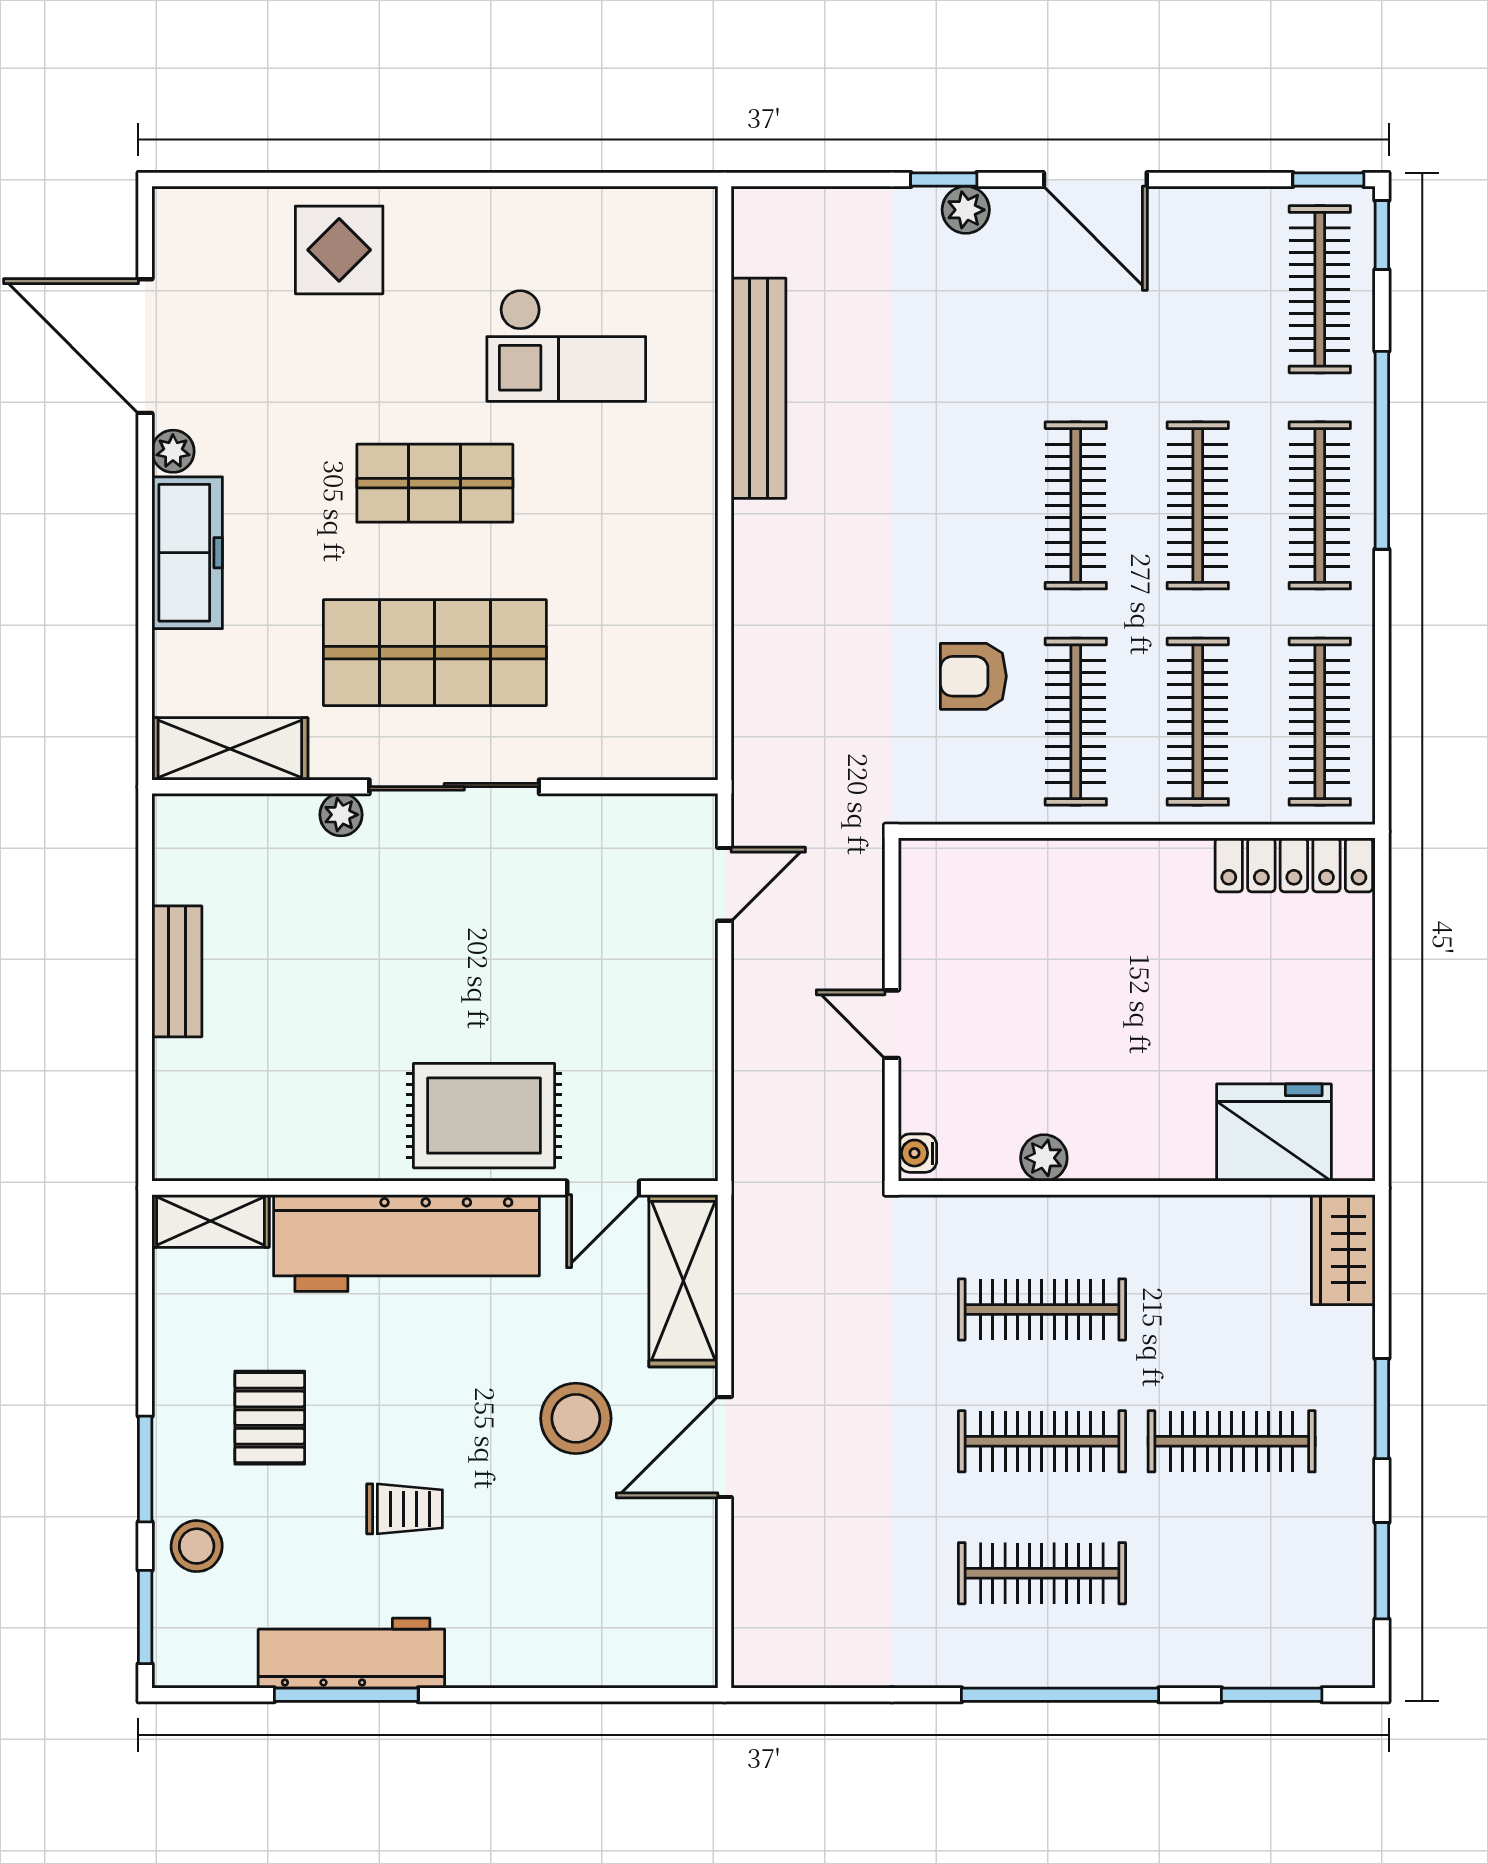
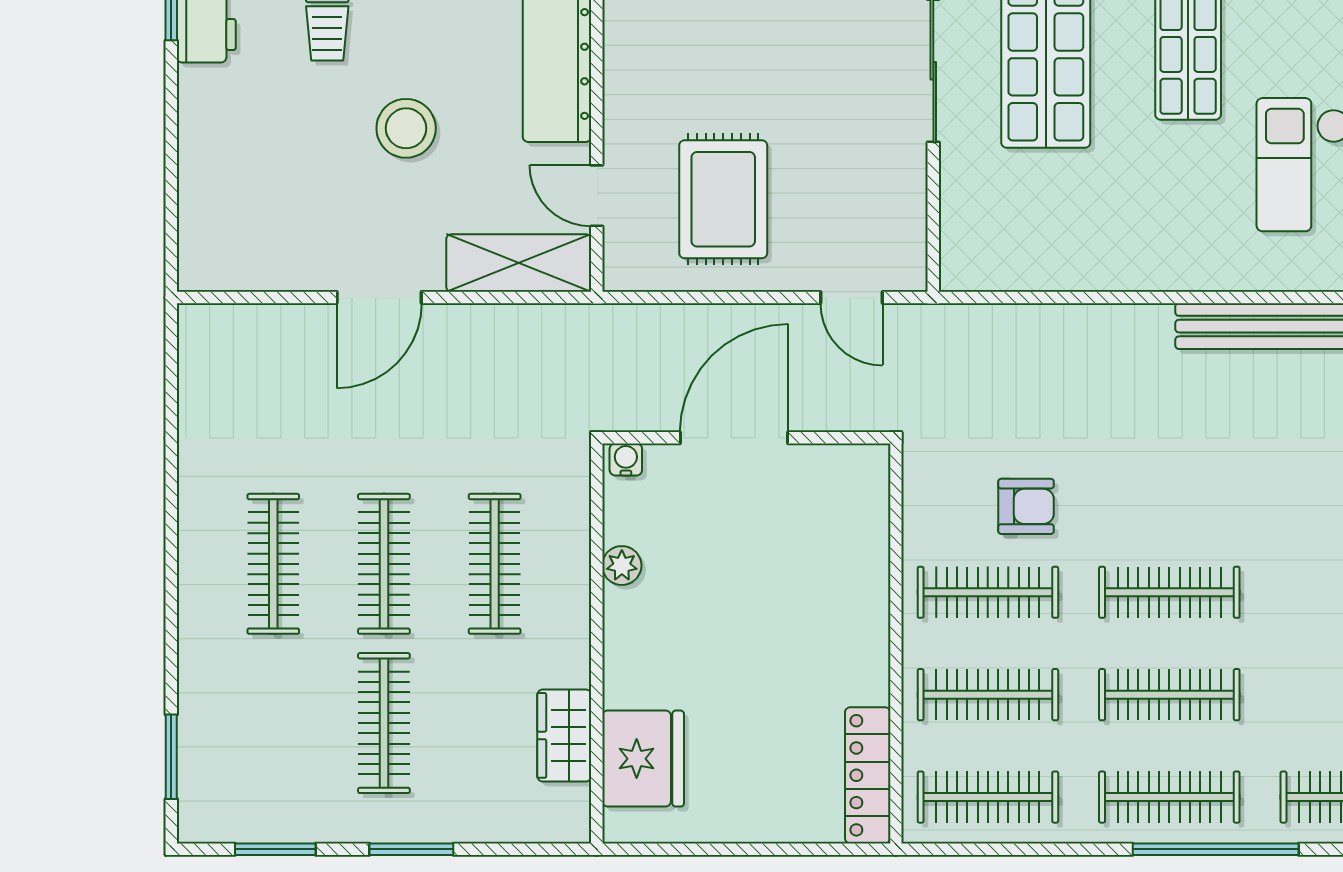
armchair: (973, 676) -> (1026, 506), turned 90
door: (892, 1024) -> (734, 438), width x1.88
rug: (484, 1116) -> (723, 199), moved
wardrobe: (1343, 1250) -> (564, 735), moved, turned -90
stool: (576, 1418) -> (406, 128), moved
door: (725, 1447) -> (379, 298), swing flipped
window: (1060, 1695) -> (171, 579), removed

